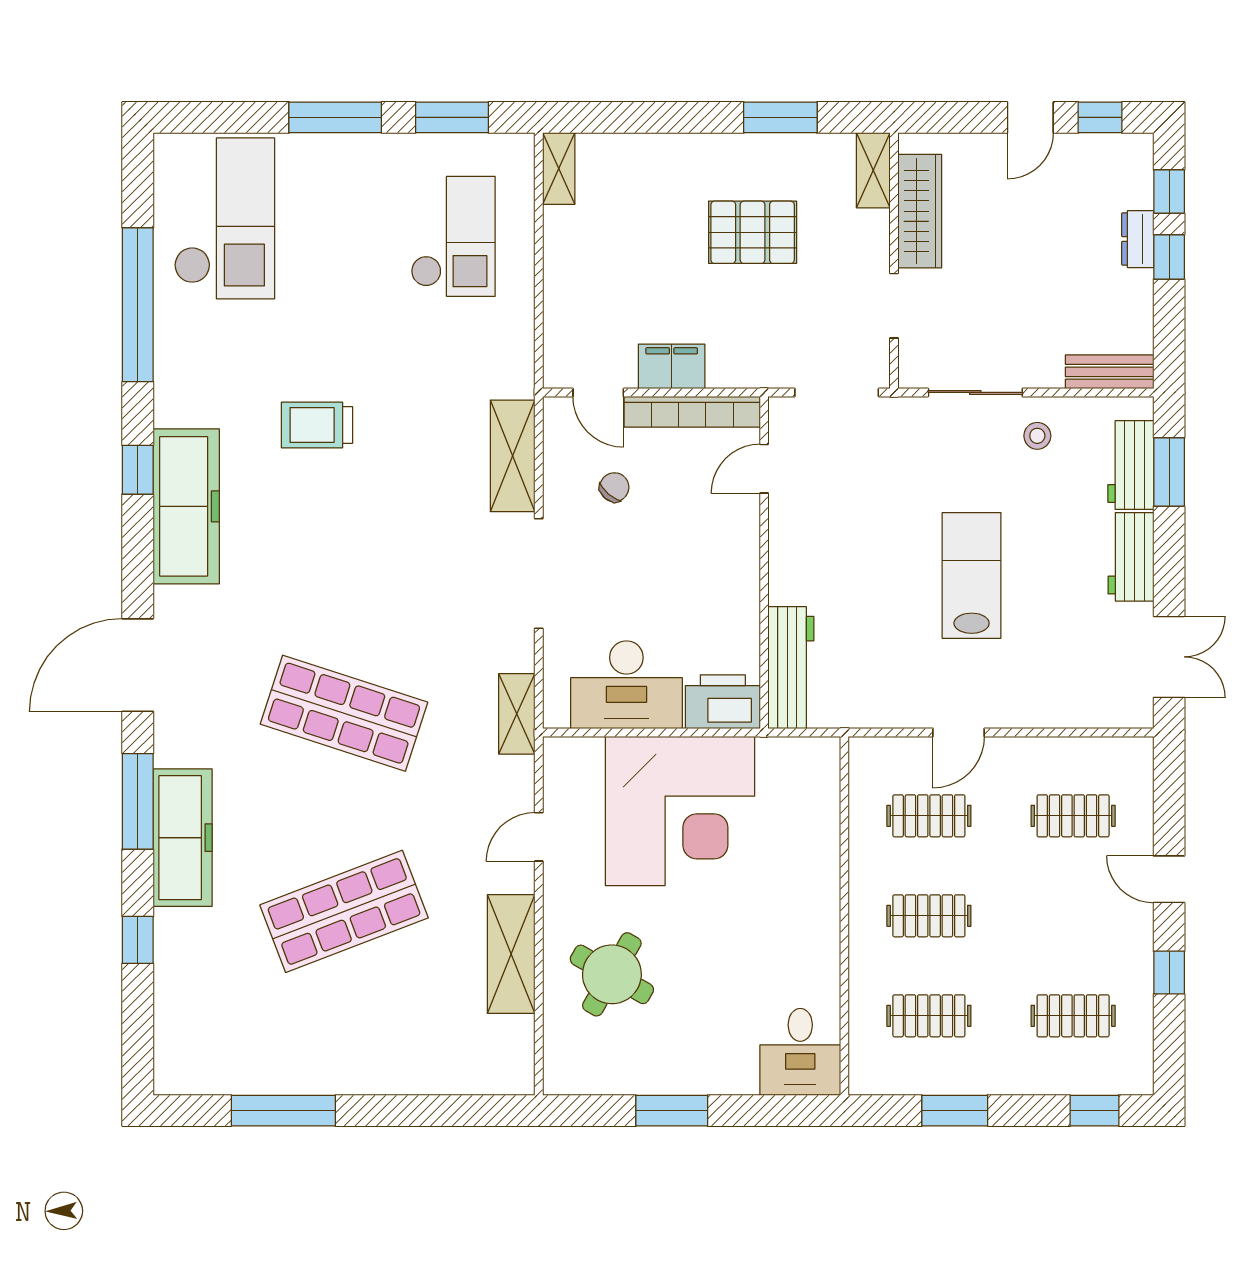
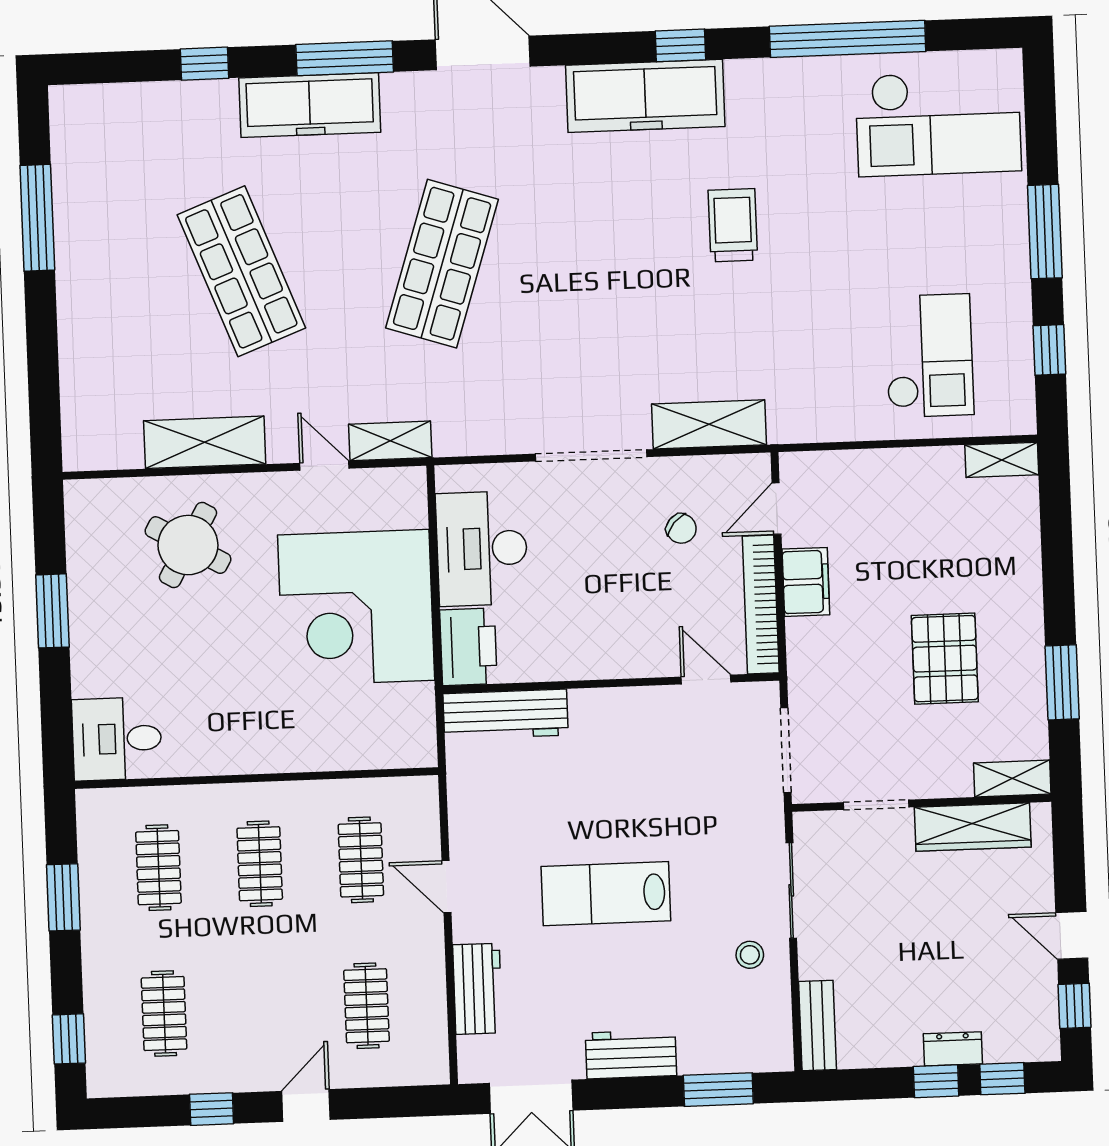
window: (452, 117) -> (1049, 350), width x0.67
checkout: (453, 236) -> (929, 356), turned -90
workbench: (1131, 465) -> (477, 989), moved, turned 90
lab bench: (972, 575) -> (606, 894), turned 180
shelving: (517, 714) -> (390, 441), moved

